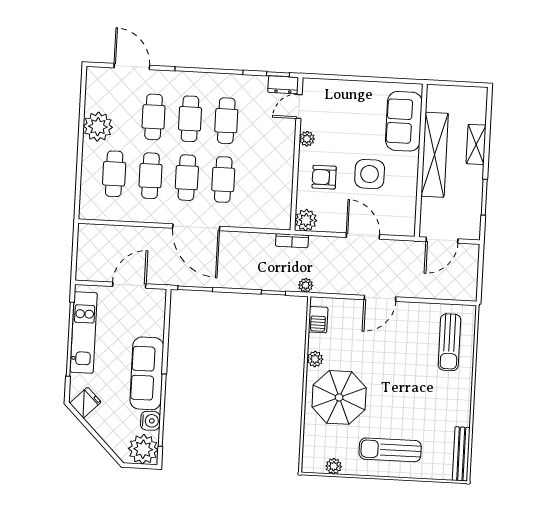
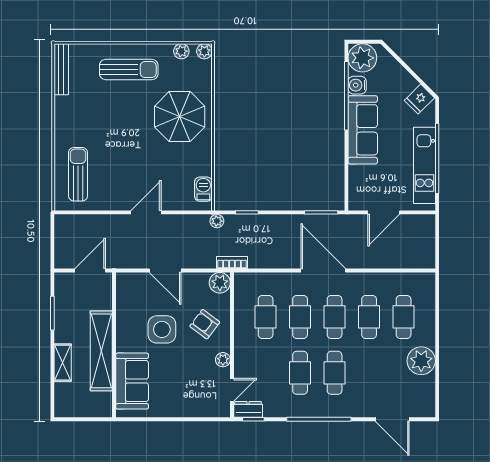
cafe table: (154, 117) -> (266, 317), moved
armchair: (324, 177) -> (205, 324), turned -143
plant: (315, 359) -> (204, 51), moved

